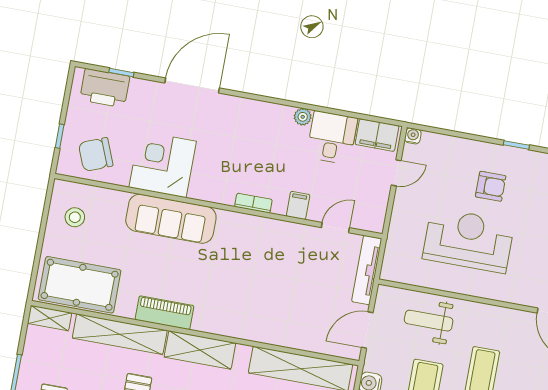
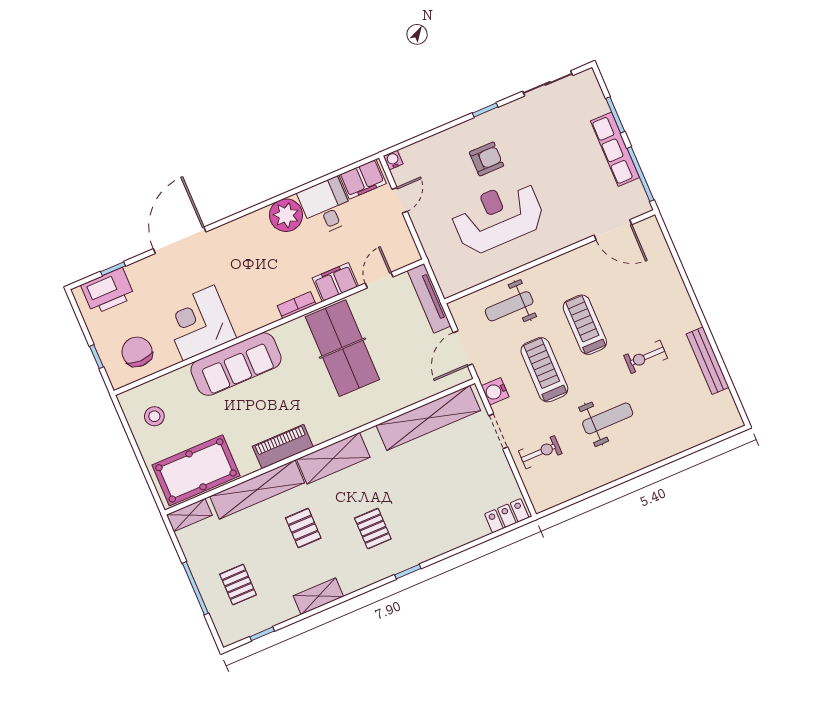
plant: (303, 117) -> (286, 215), width x1.87, depth x1.87
chair: (96, 154) -> (137, 352), turned 112
filing cabinet: (298, 205) -> (335, 282), width x2.00
table tennis table: (268, 264) -> (342, 348), added

